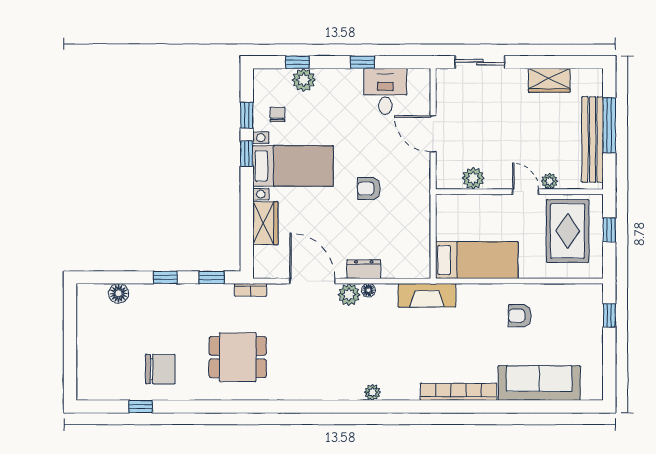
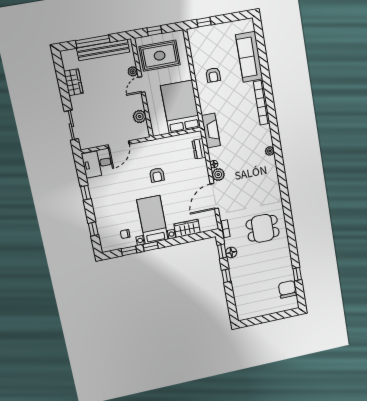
plant: (304, 80) -> (103, 224), removed
desk: (385, 91) -> (97, 164), moved
bed: (477, 260) -> (181, 107), width x1.50
dresser: (364, 269) -> (199, 149), moved
floor lamp: (119, 293) -> (231, 252), moved
dining table: (238, 357) -> (263, 228), turned 90
chair: (160, 369) -> (287, 289), moved

